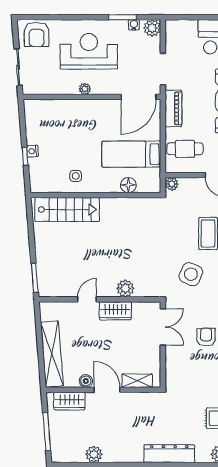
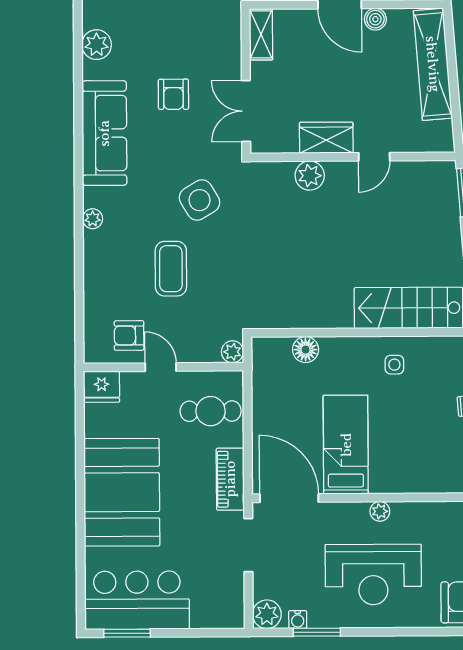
door: (139, 97) -> (289, 498), hinge flipped
bed: (131, 154) -> (346, 445), moved, turned -90
side table: (191, 274) -> (199, 200), turned 35
shelving: (137, 381) -> (261, 34), moved, turned 90

